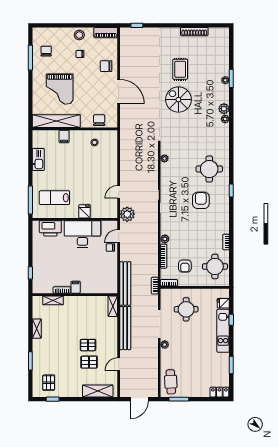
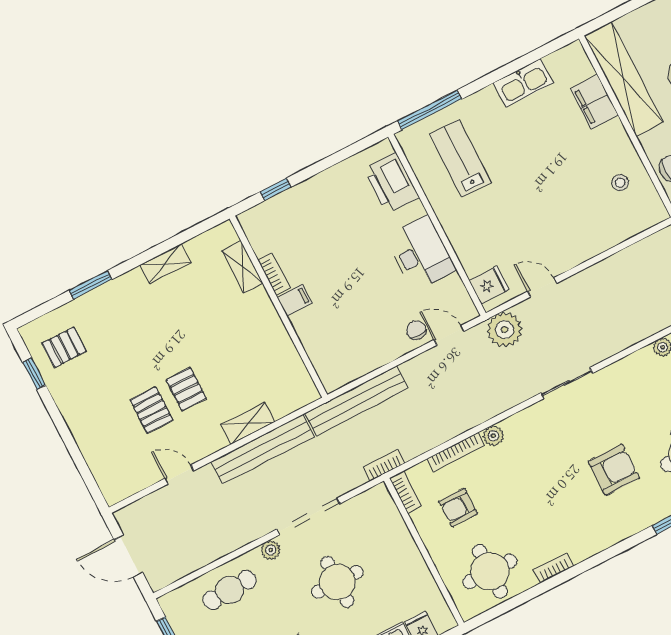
filing cabinet: (64, 136) -> (594, 102), width x2.00
fridge: (84, 211) -> (489, 285), moved
desk: (82, 234) -> (421, 253), width x0.73, depth x0.77
shelving: (113, 306) -> (248, 423), moved
round table: (186, 309) -> (337, 582), moved
cafe table: (171, 382) -> (230, 590), moved
shelving: (98, 391) -> (100, 460), removed

